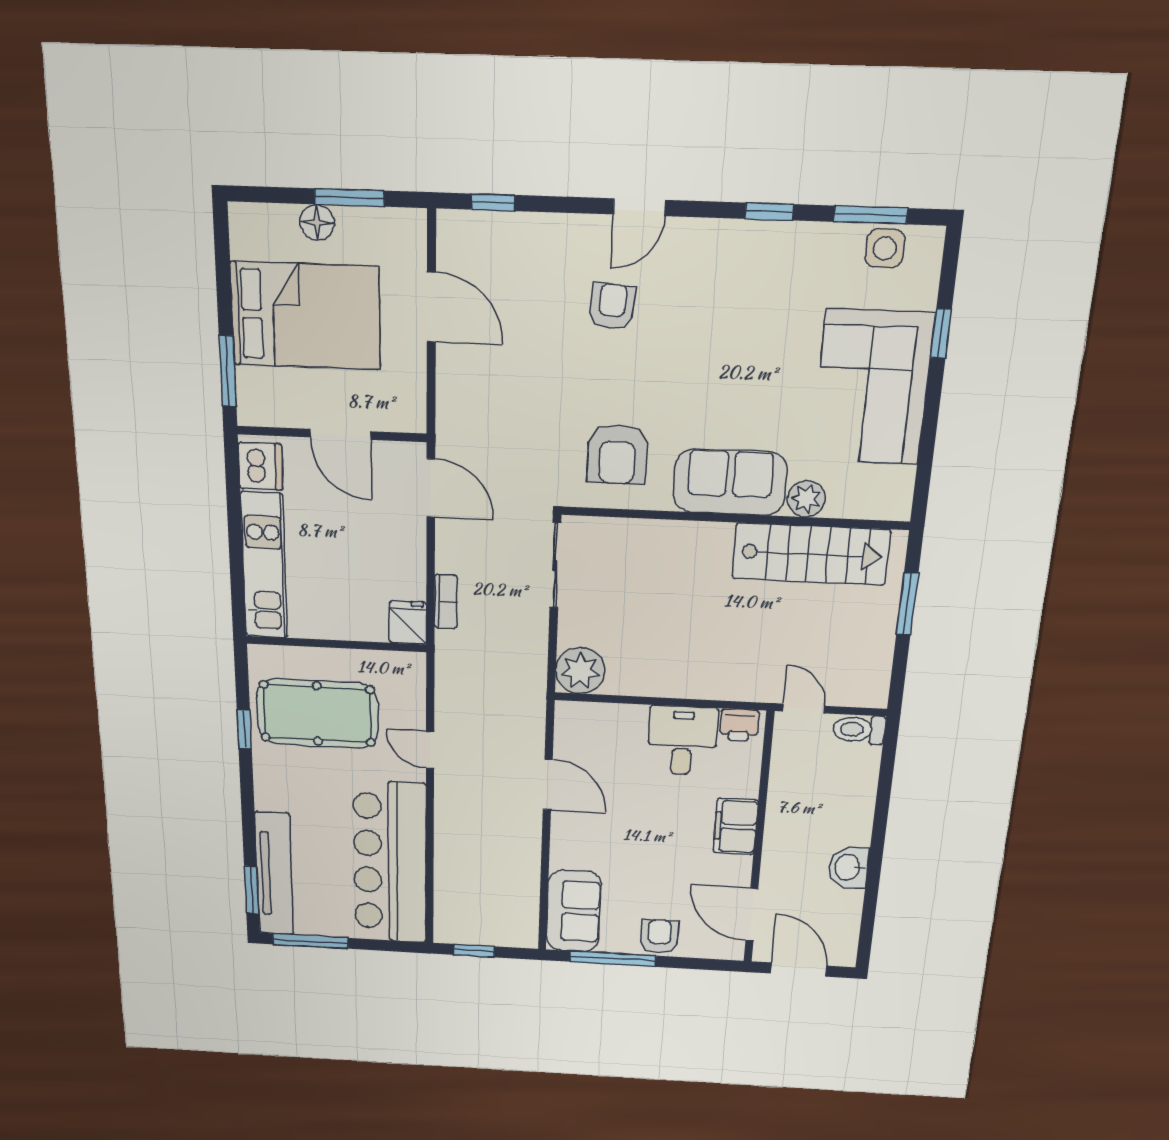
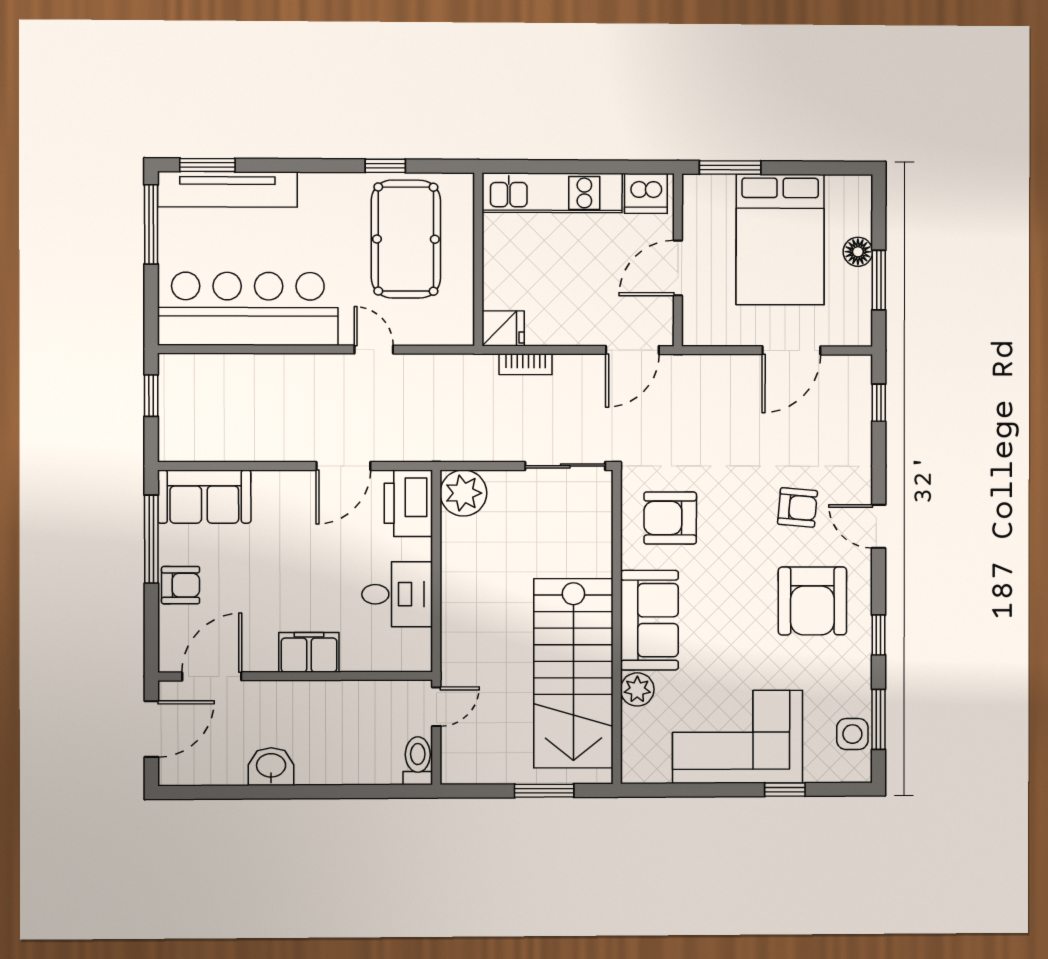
armchair: (722, 292) -> (812, 601), added
stairs: (811, 554) -> (573, 673), width x1.36, depth x1.51
printer: (739, 725) -> (408, 503), moved, width x1.87, depth x1.48
door: (430, 750) -> (374, 350), hinge flipped

